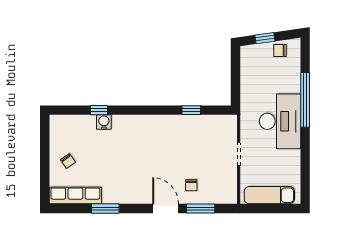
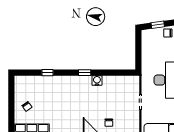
window: (191, 110) -> (85, 73), moved
water cooler: (104, 122) -> (97, 81), moved

